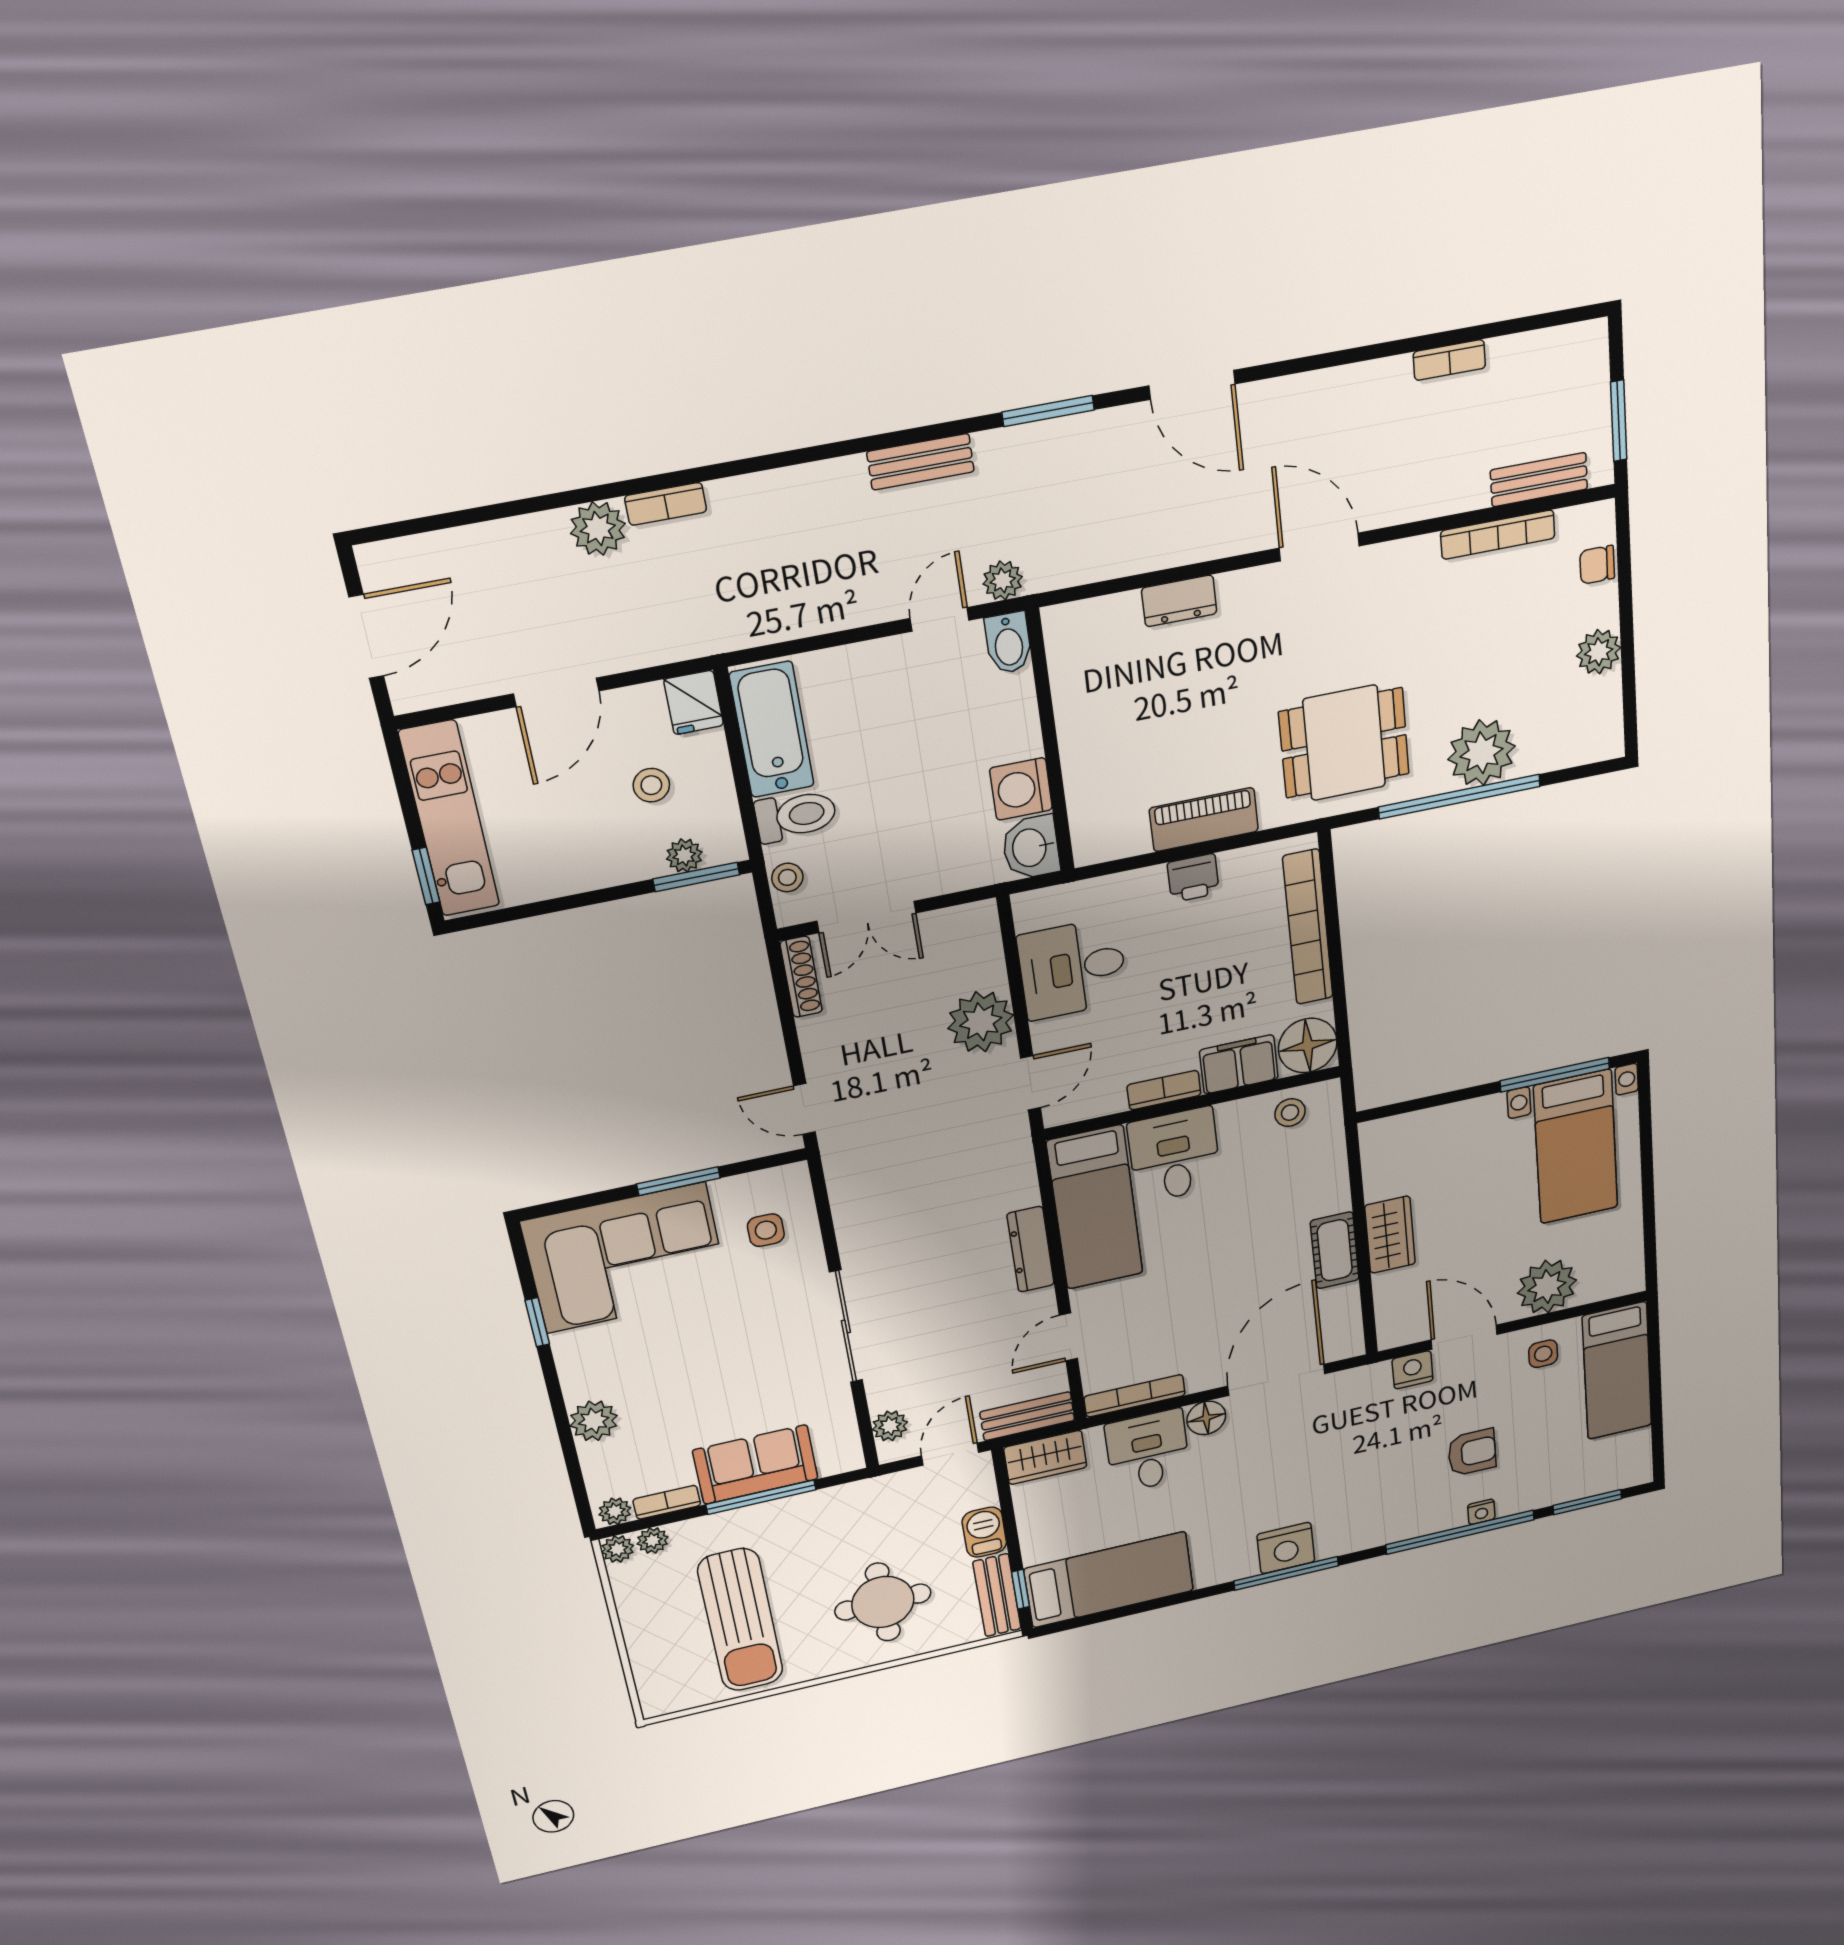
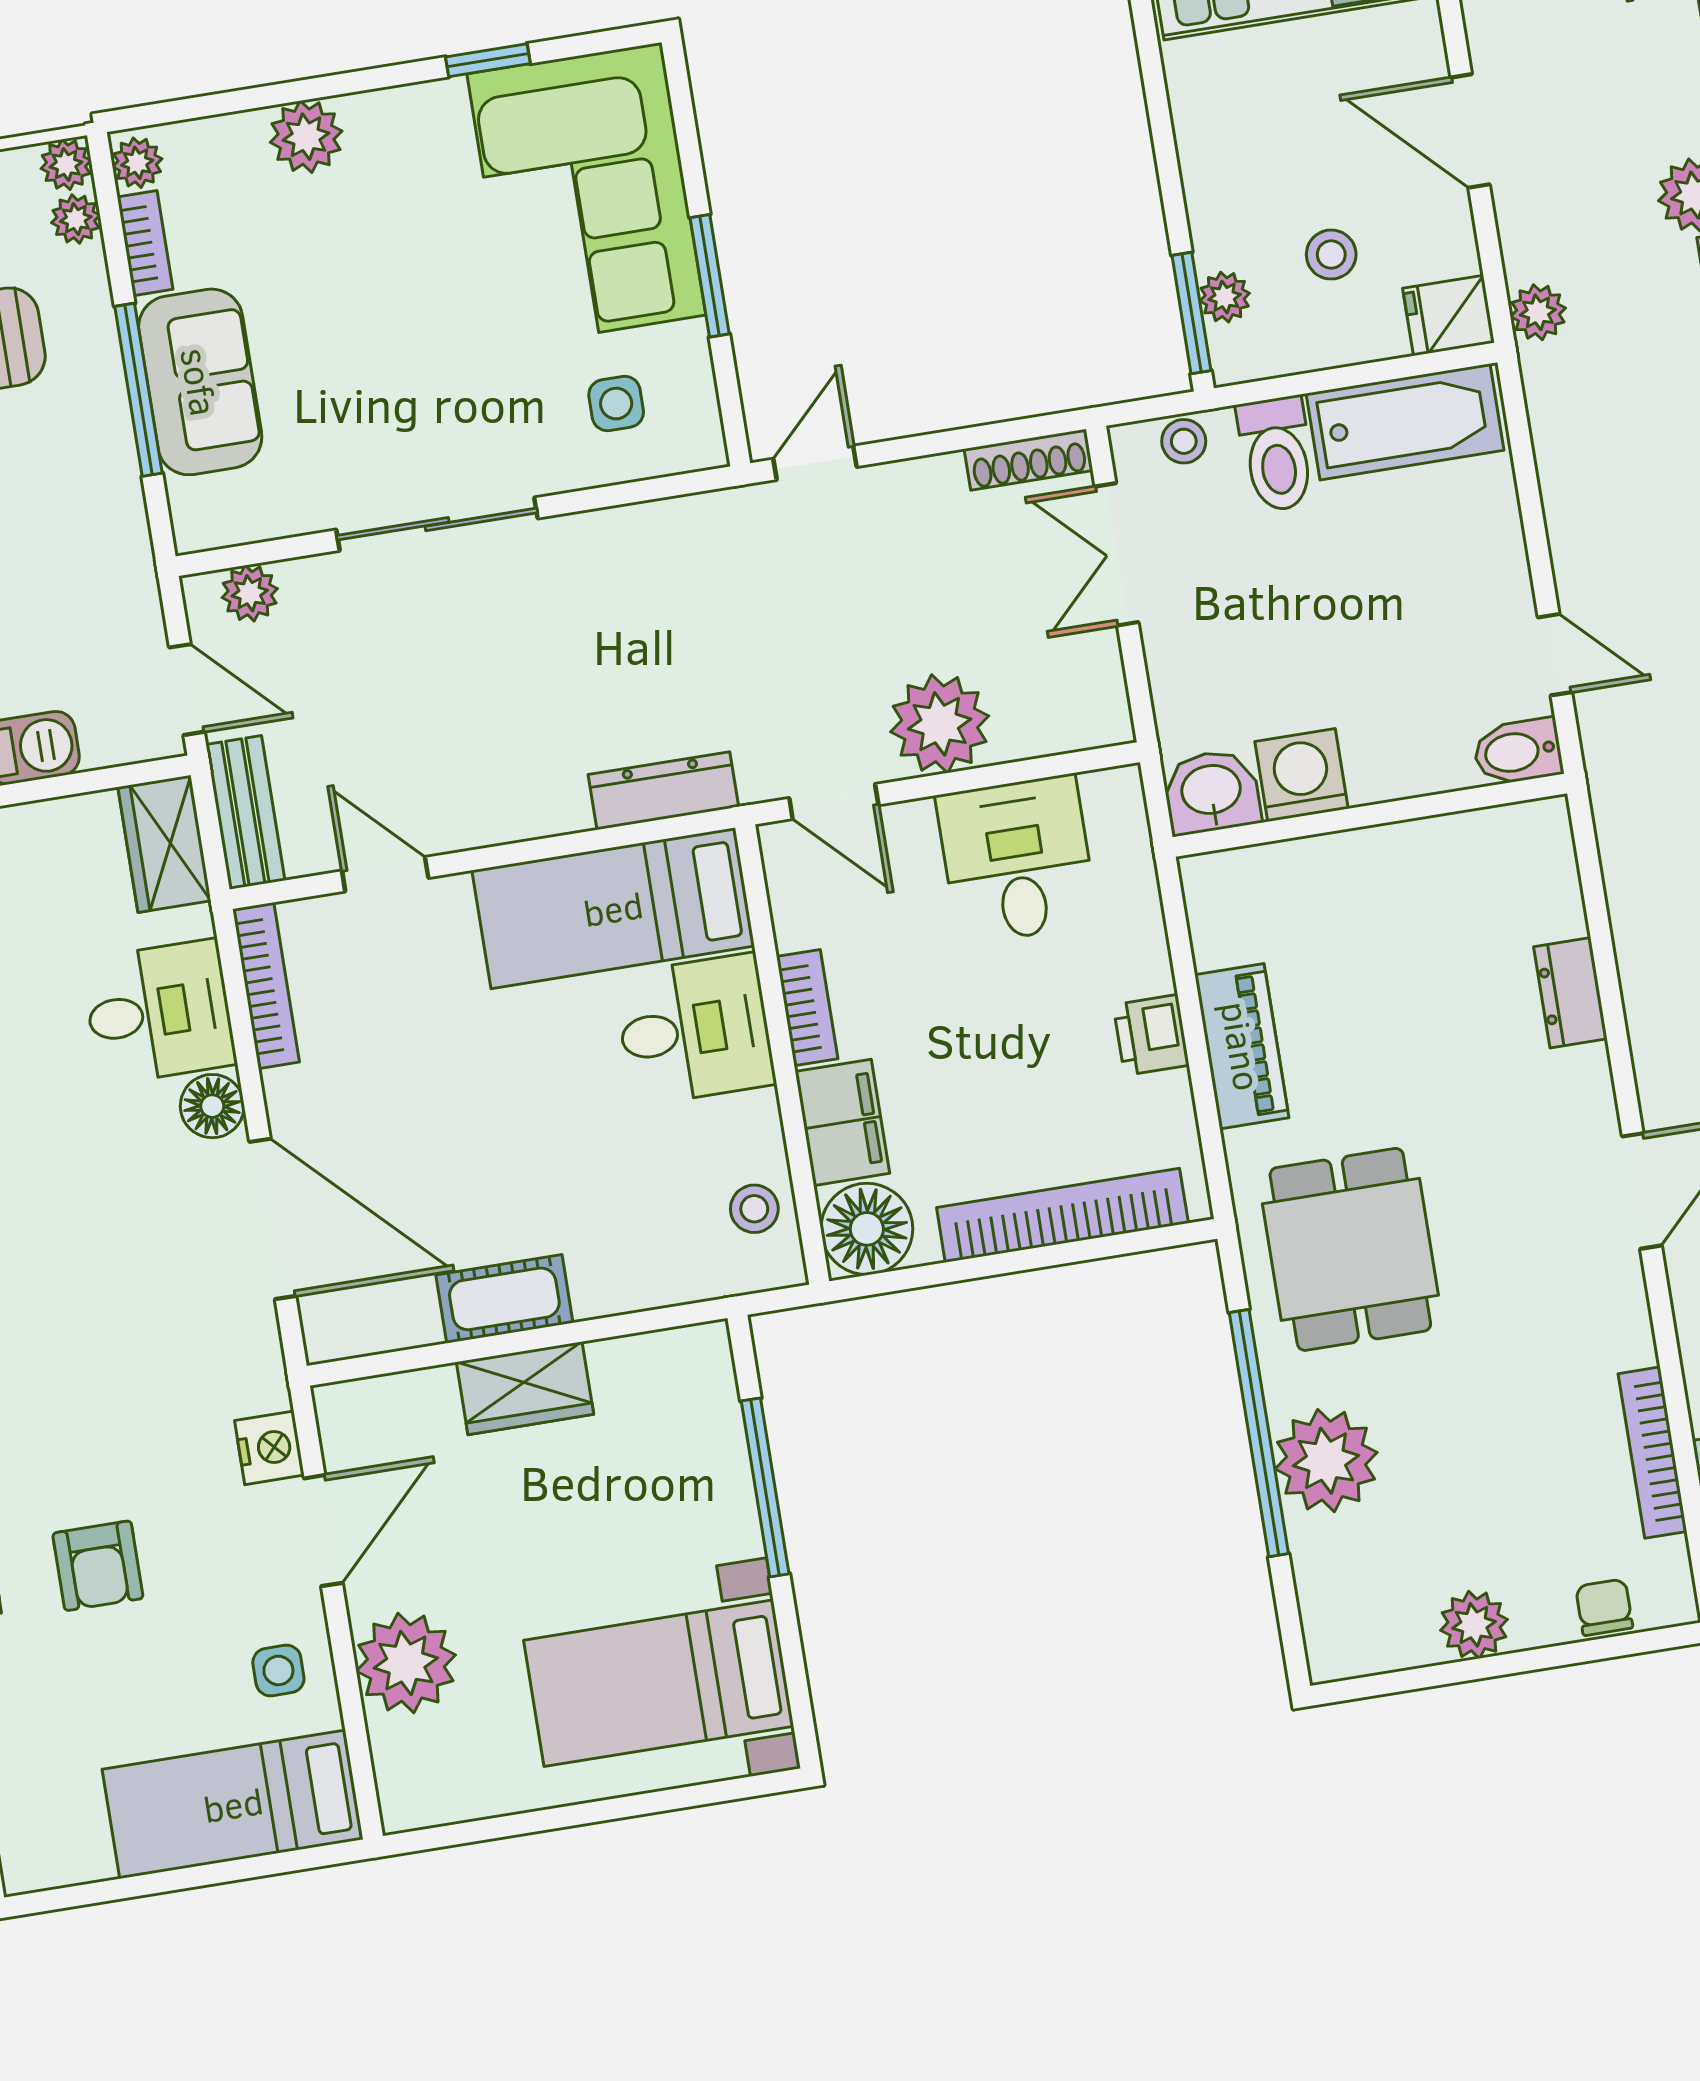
plant: (1003, 580) -> (1538, 312), moved
window: (1555, 1075) -> (765, 1487), moved
dresser: (1031, 1249) -> (663, 791), moved

